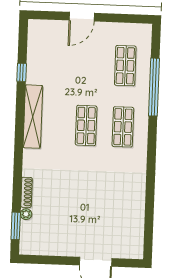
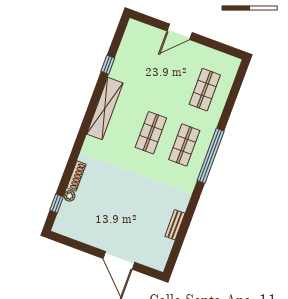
window: (154, 87) -> (211, 156), moved
bench: (139, 209) -> (175, 225), added
window: (16, 226) -> (57, 204), width x0.67

